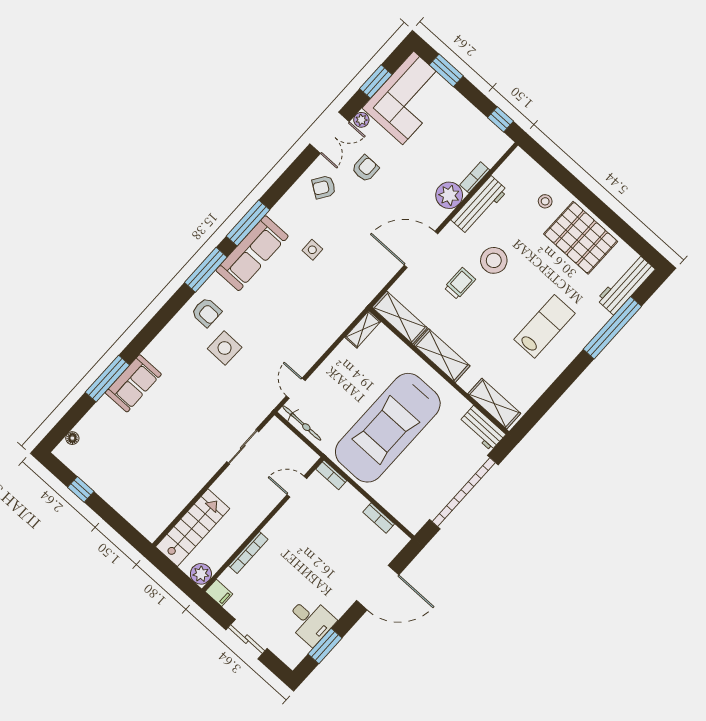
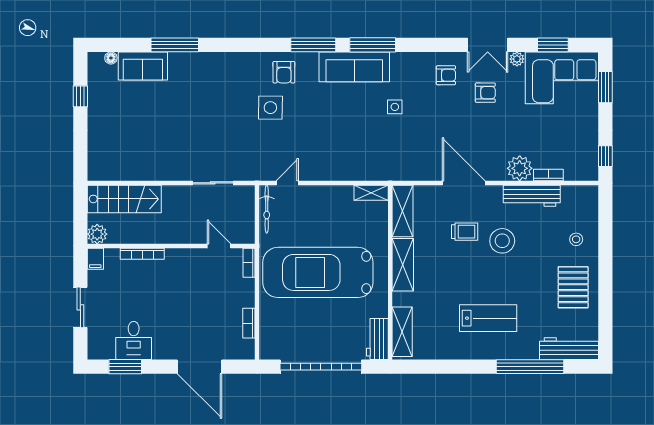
armchair: (324, 187) -> (446, 75), turned 146
pallet: (581, 238) -> (573, 287), width x0.73, depth x0.71
sofa: (133, 383) -> (143, 66), moved

